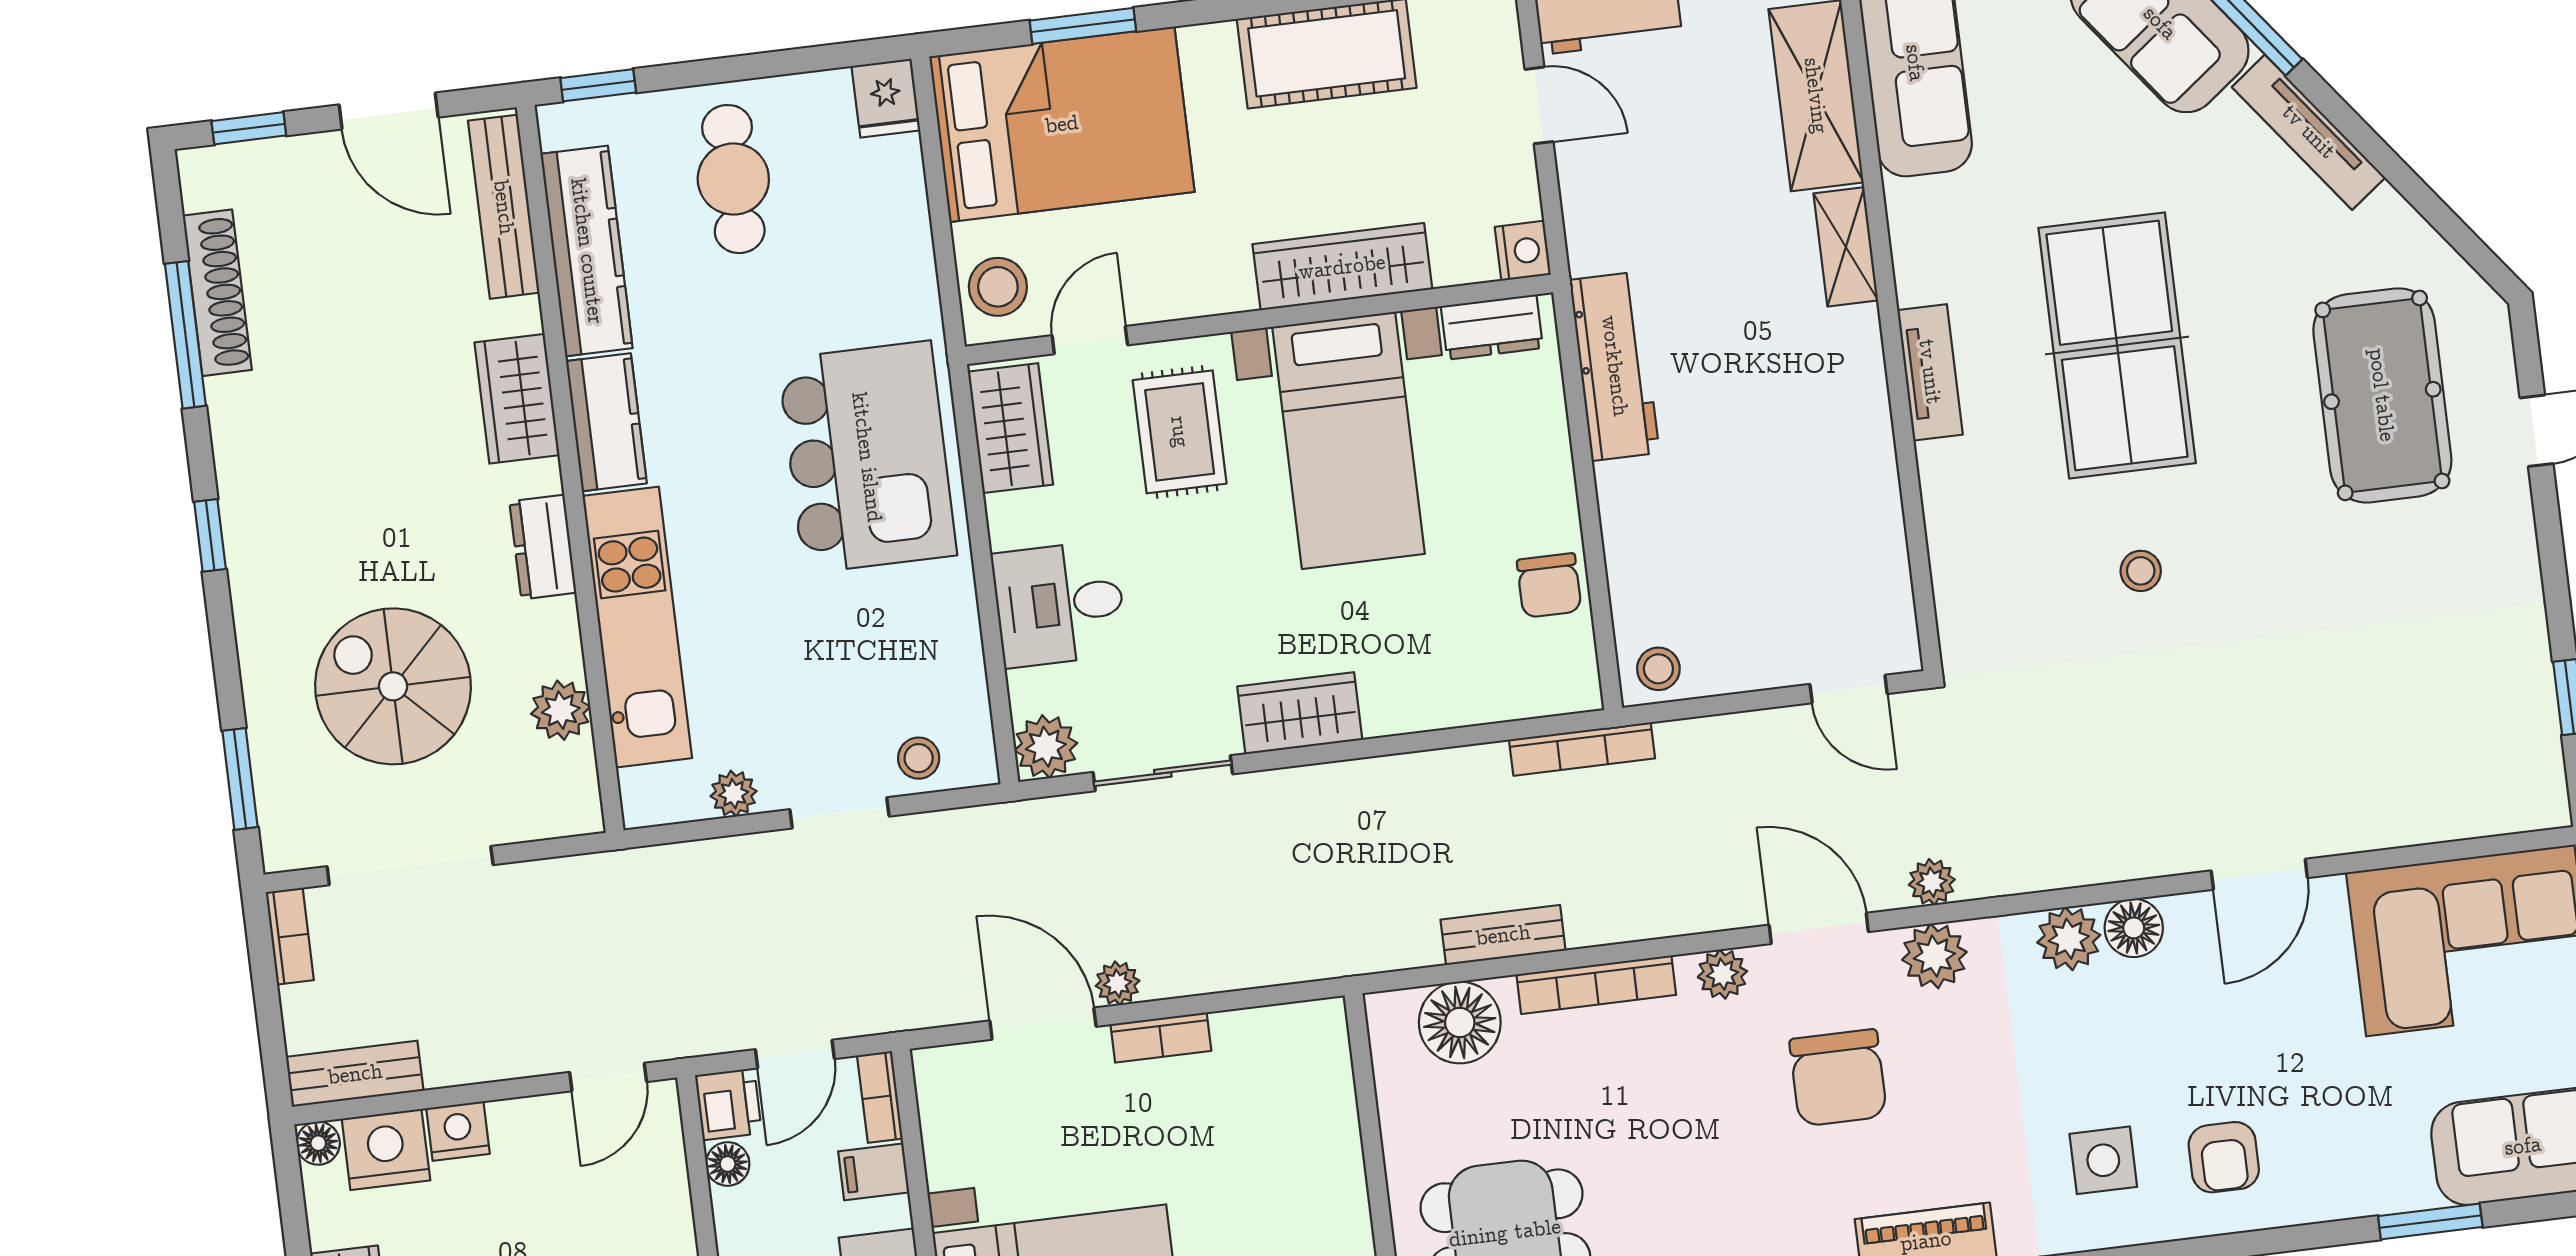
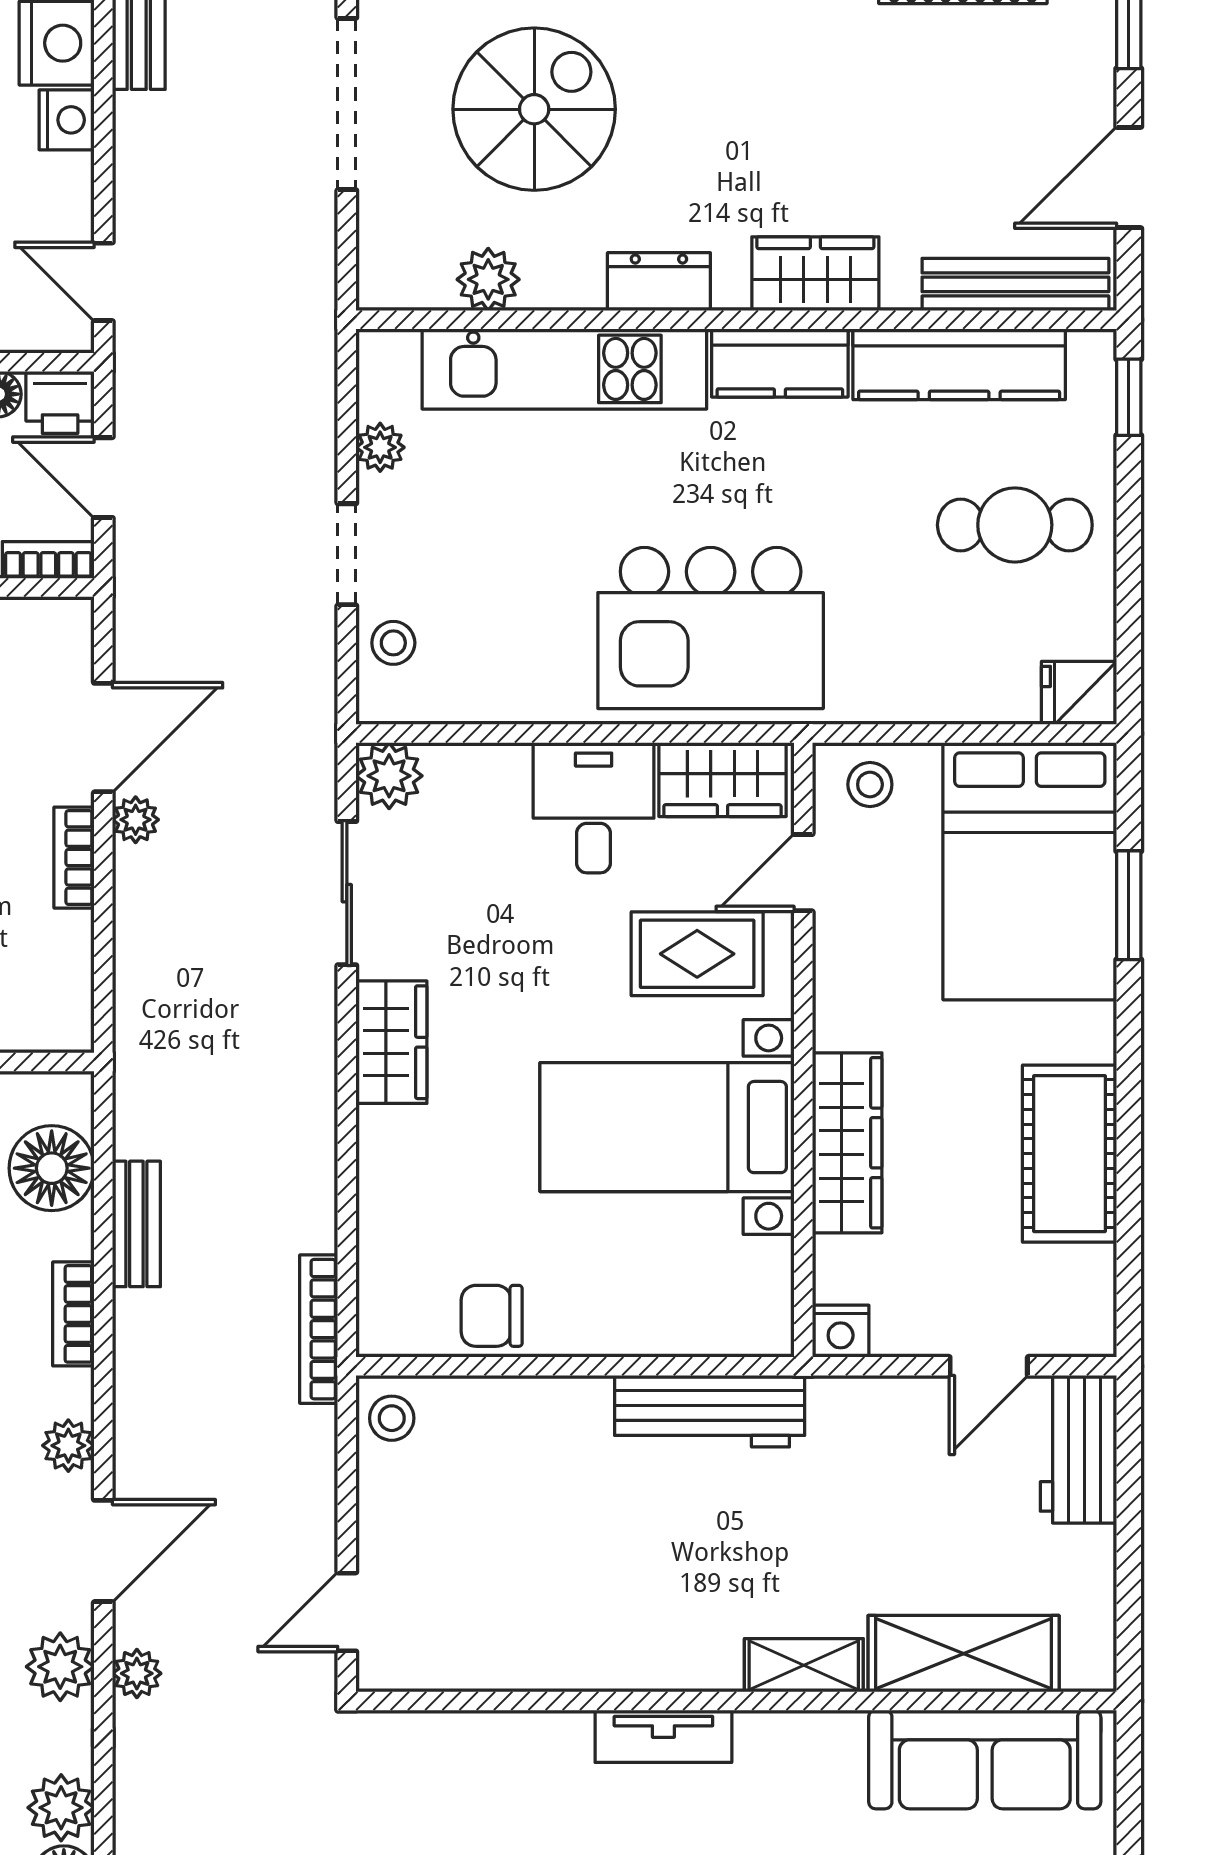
stool: (998, 287) -> (870, 784), width x0.73, depth x0.73
dresser: (1492, 327) -> (766, 1289), removed
door: (1090, 340) -> (803, 873), swing flipped
desk: (1059, 604) -> (594, 808), moved
bookcase: (1596, 985) -> (73, 1314), width x0.64

